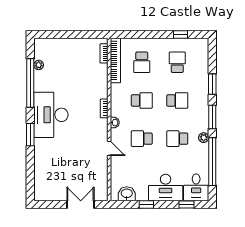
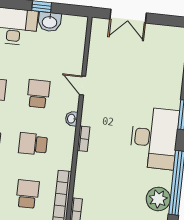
plant: (39, 65) -> (158, 199), width x1.88, depth x1.88
school desk: (142, 139) -> (38, 94), turned -90
washbasin: (127, 194) -> (50, 22), moved

